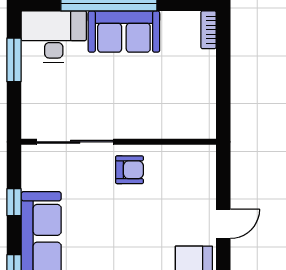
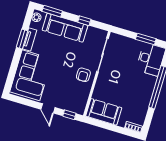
sofa: (124, 32) -> (104, 112), moved, turned 90
window: (223, 174) -> (69, 115), added

